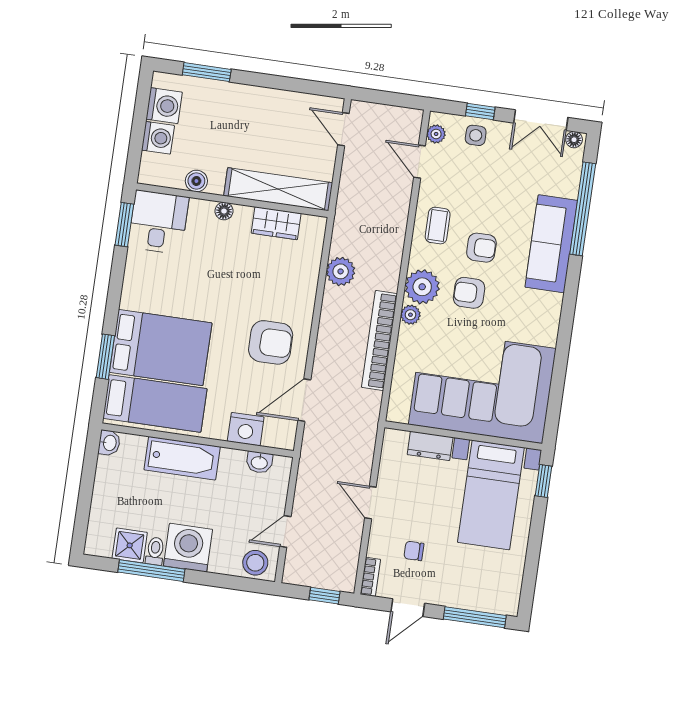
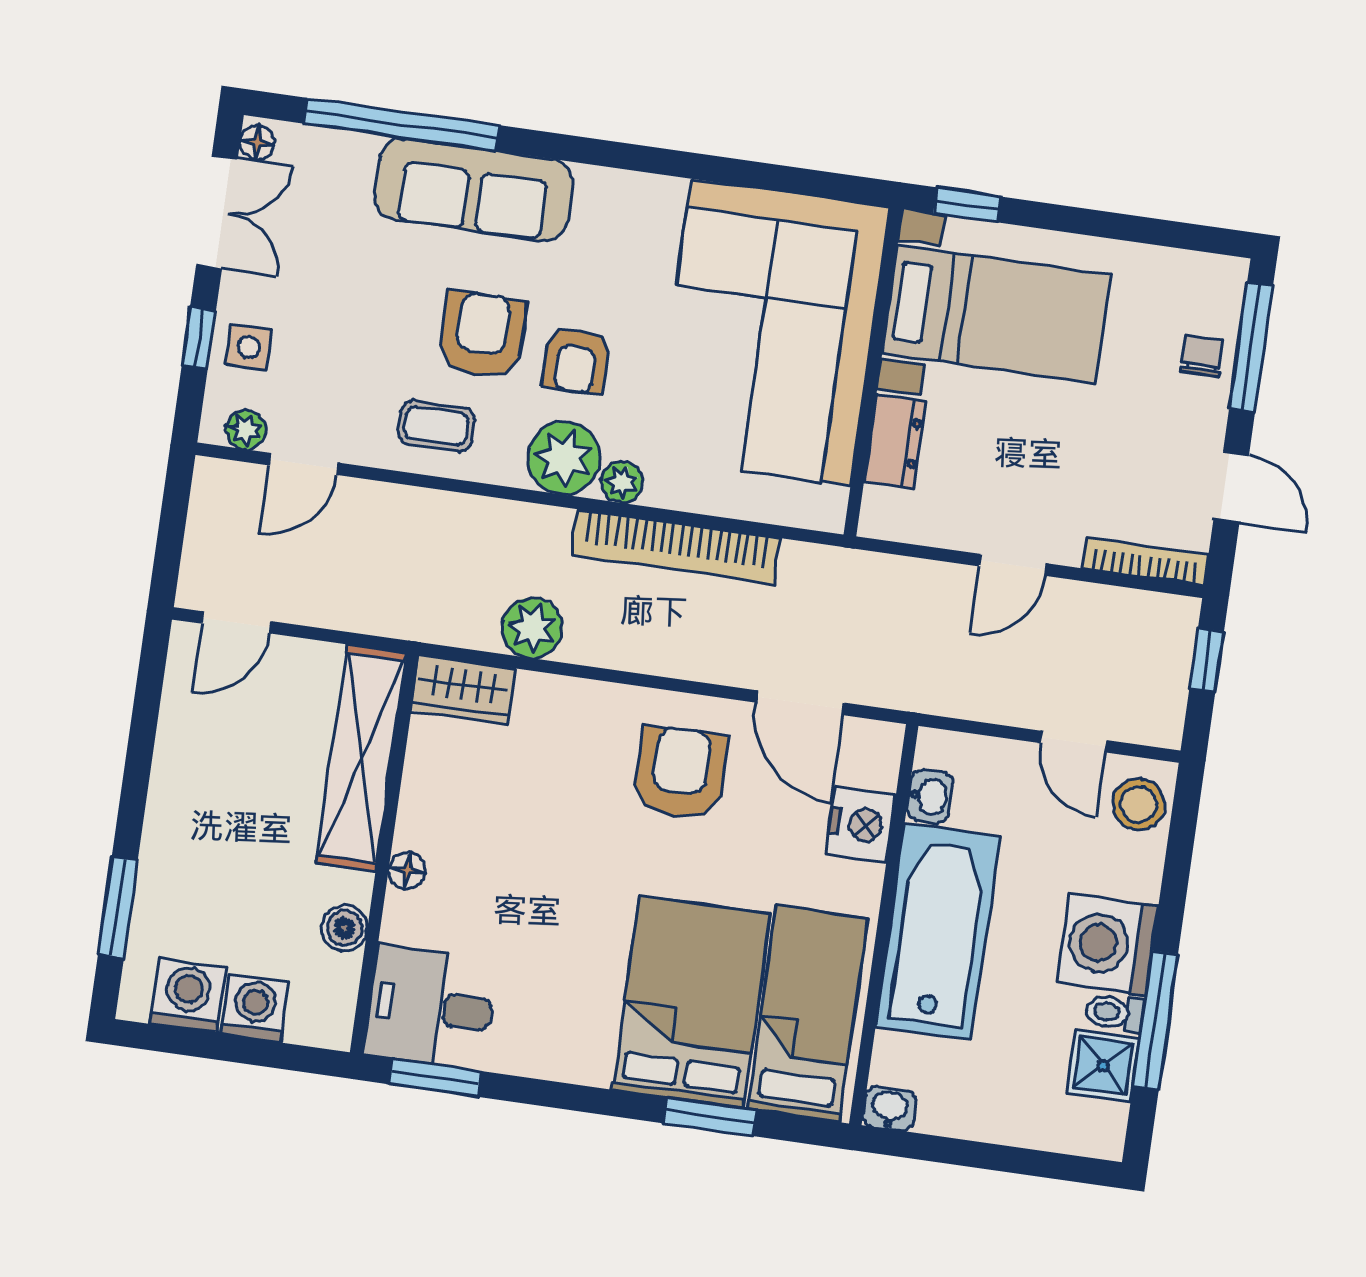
wardrobe: (276, 223) -> (463, 689), moved, turned 90
armchair: (481, 248) -> (482, 335), width x1.38, depth x1.38
bathtub: (182, 458) -> (938, 931), width x1.36, depth x1.36
chair: (414, 551) -> (1202, 356), moved, turned 180
bookcase: (370, 577) -> (1145, 562), width x1.56

